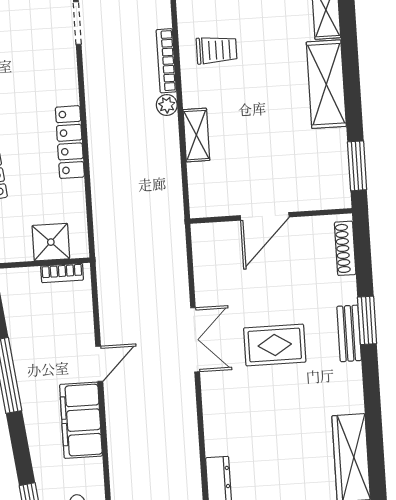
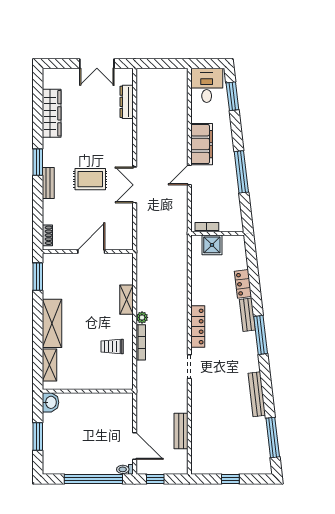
locker: (70, 142) -> (198, 326), moved
shoe rack: (345, 248) -> (47, 235), width x0.70
window: (367, 320) -> (38, 162), moved

